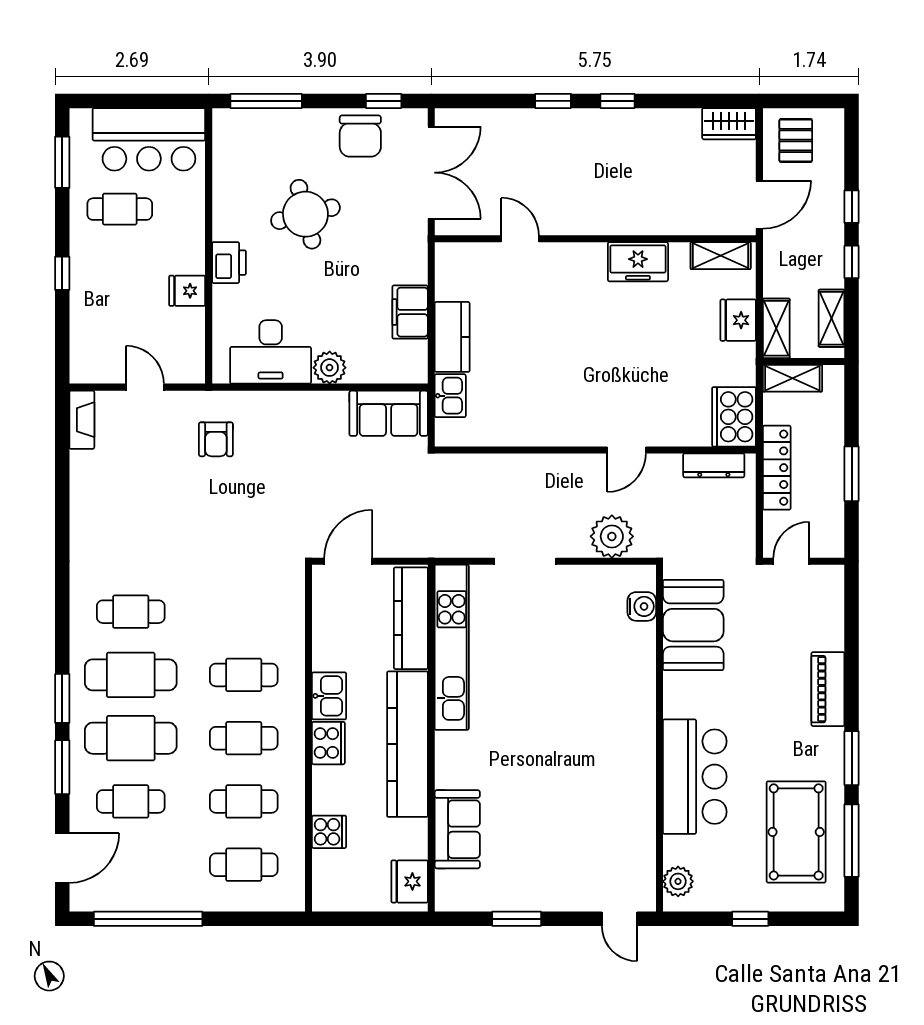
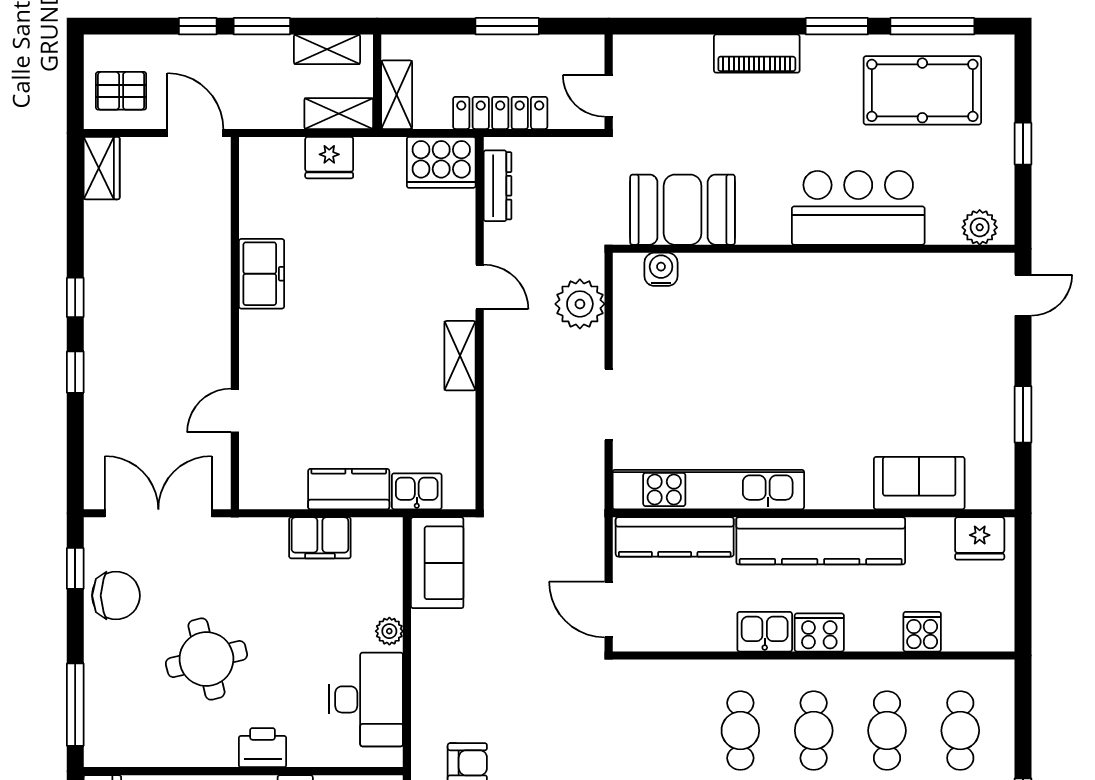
shelving: (721, 256) -> (460, 356), moved
window: (852, 262) -> (262, 26), width x1.50
plant: (330, 368) -> (389, 631), width x0.73, depth x0.73

